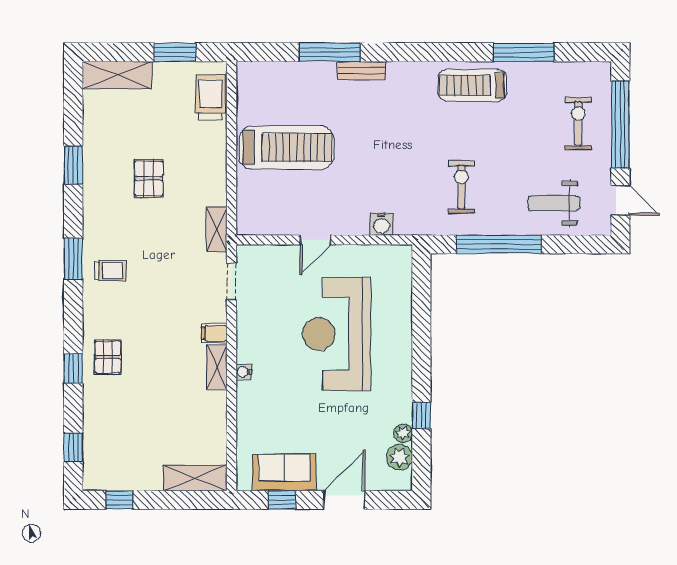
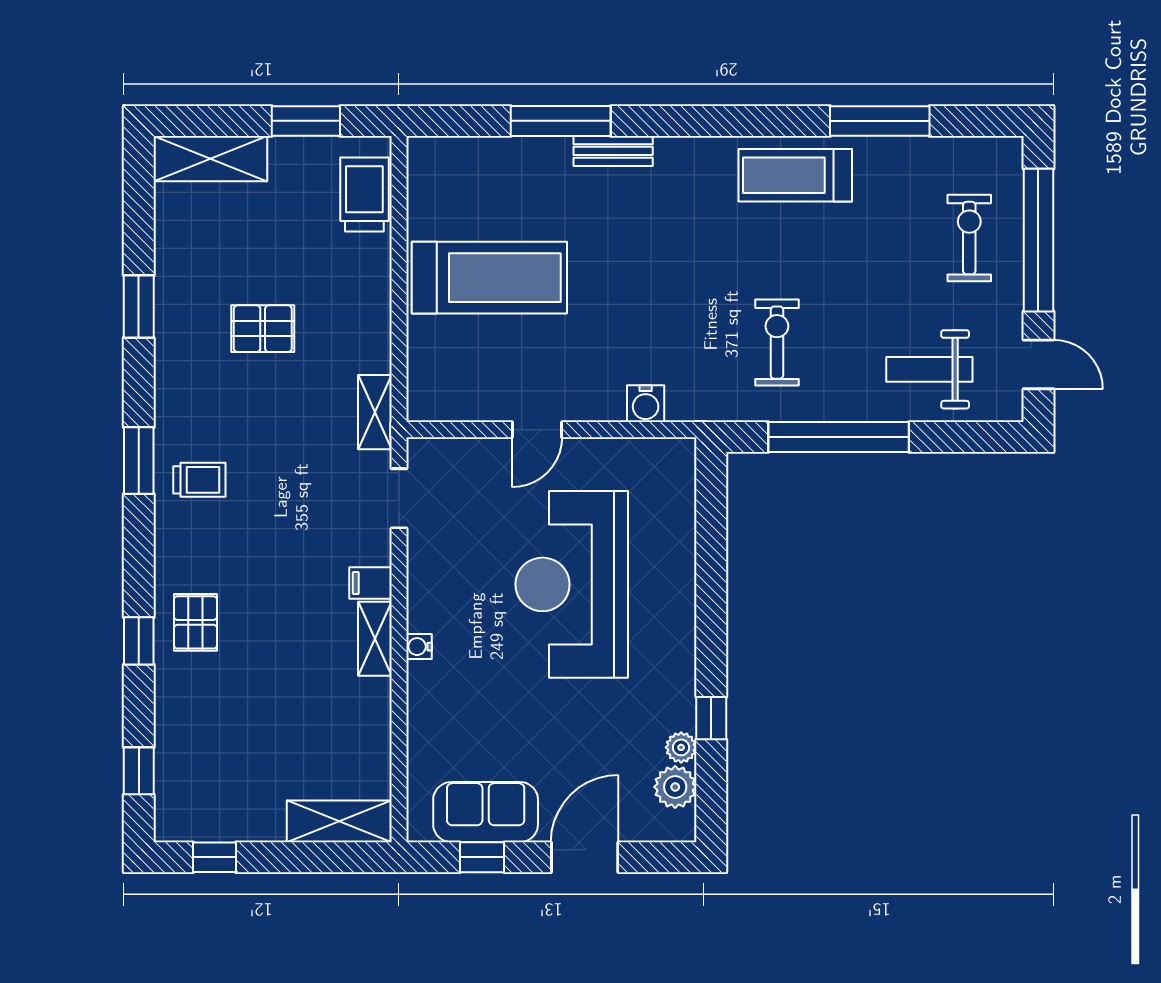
pallet: (149, 179) -> (263, 329), turned 90

